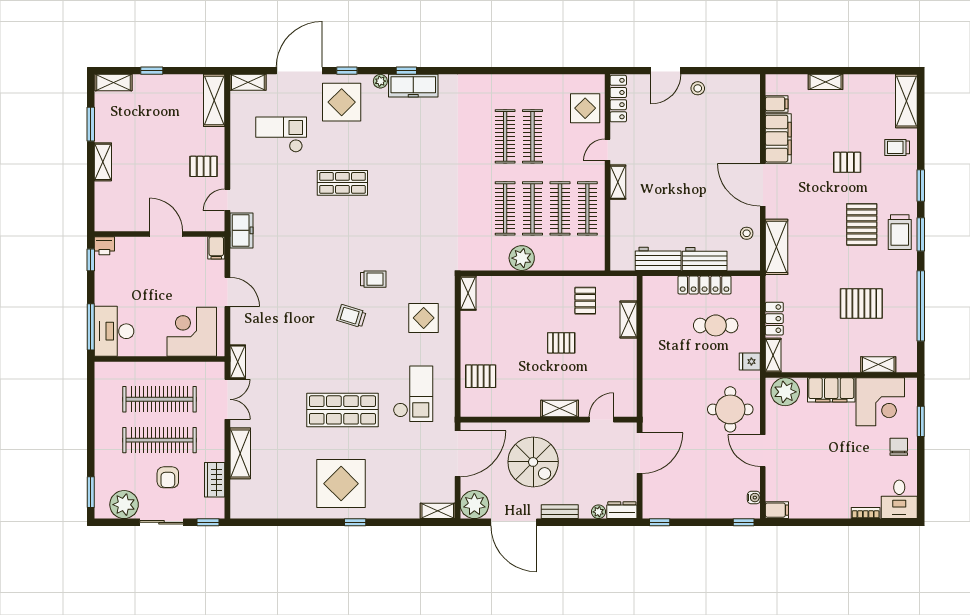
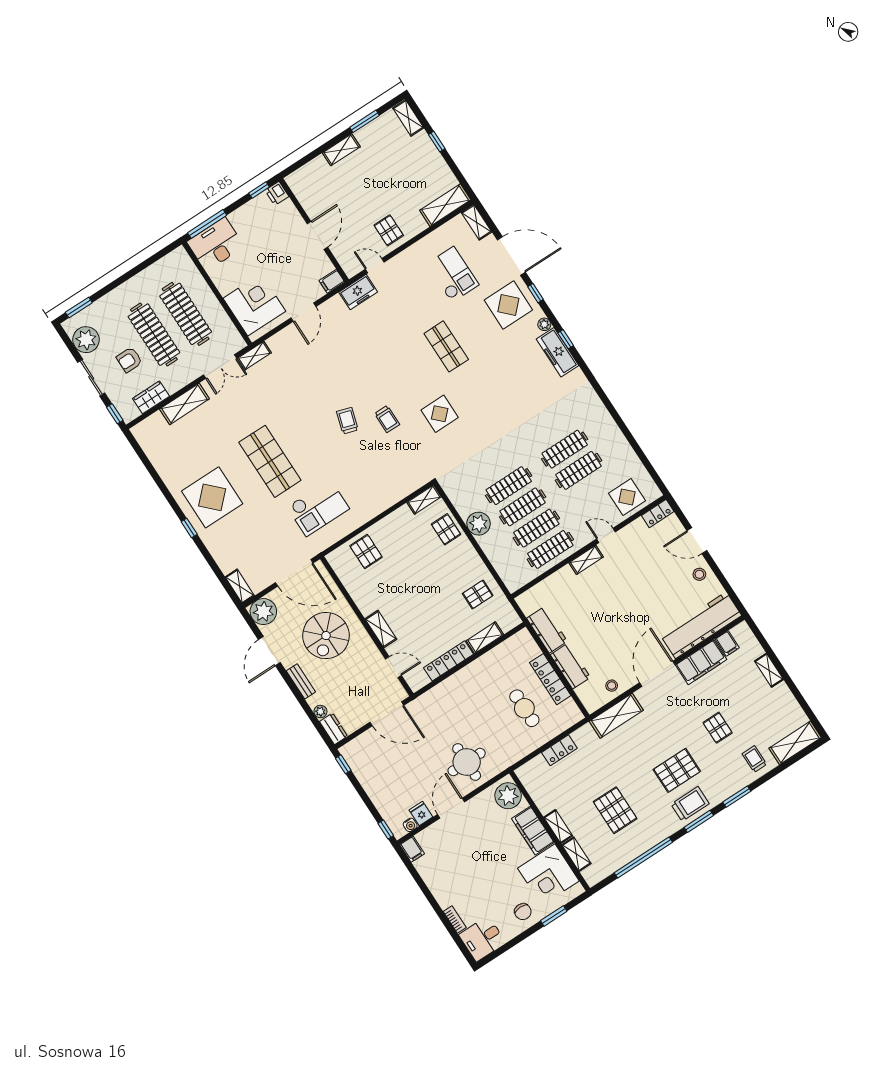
locker: (618, 99) -> (658, 514), width x0.66
workbench: (745, 117) -> (701, 625), added
trolley: (900, 232) -> (690, 804), turned 180
display table: (424, 318) -> (440, 414), moved
pallet: (561, 343) -> (446, 529), moved
shelving: (773, 355) -> (558, 826), moved, turned 90
fridge: (750, 362) -> (421, 813), moved
locker: (628, 366) -> (448, 661), added
chair: (899, 447) -> (523, 912), turned 90
door: (514, 522) -> (269, 651), width x0.73

